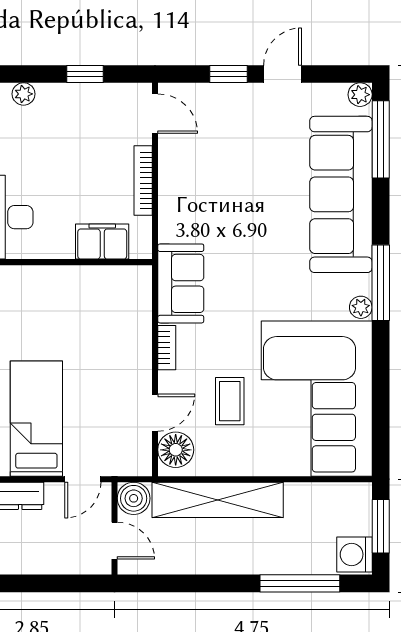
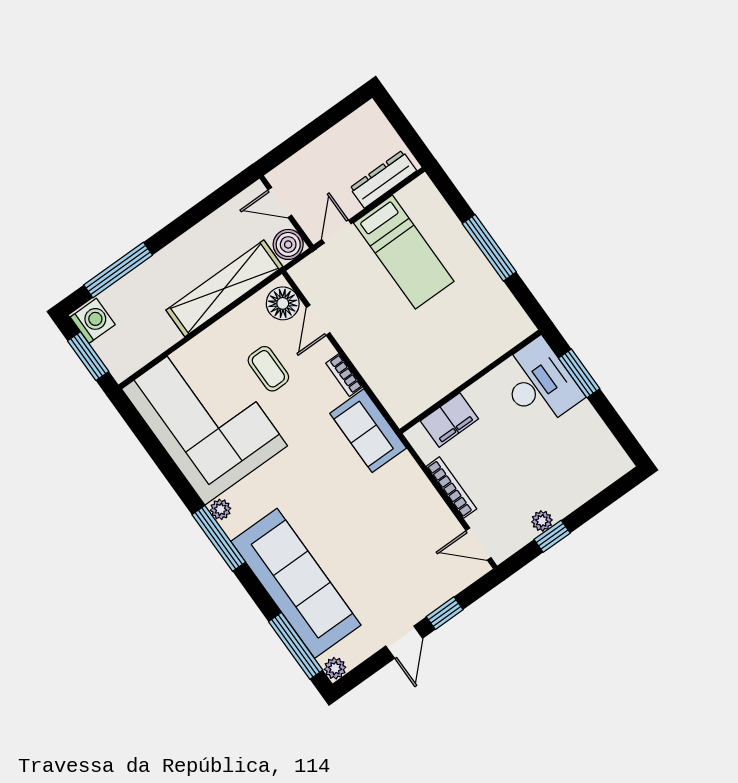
plant: (24, 94) -> (542, 521), moved

